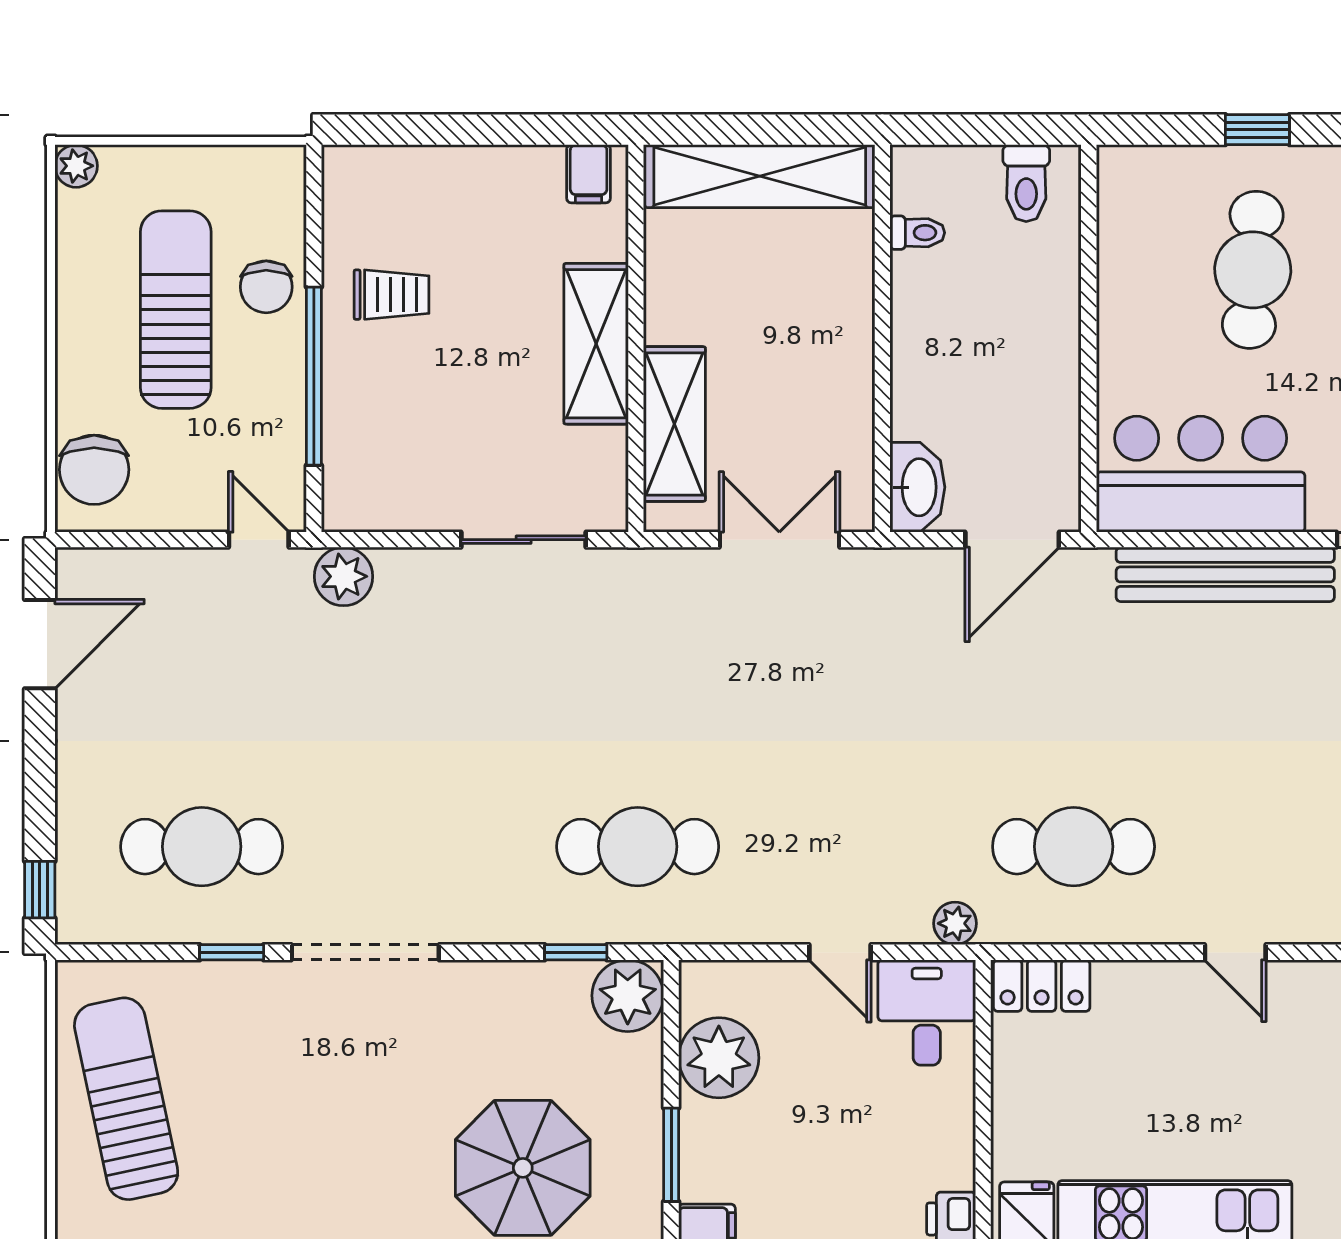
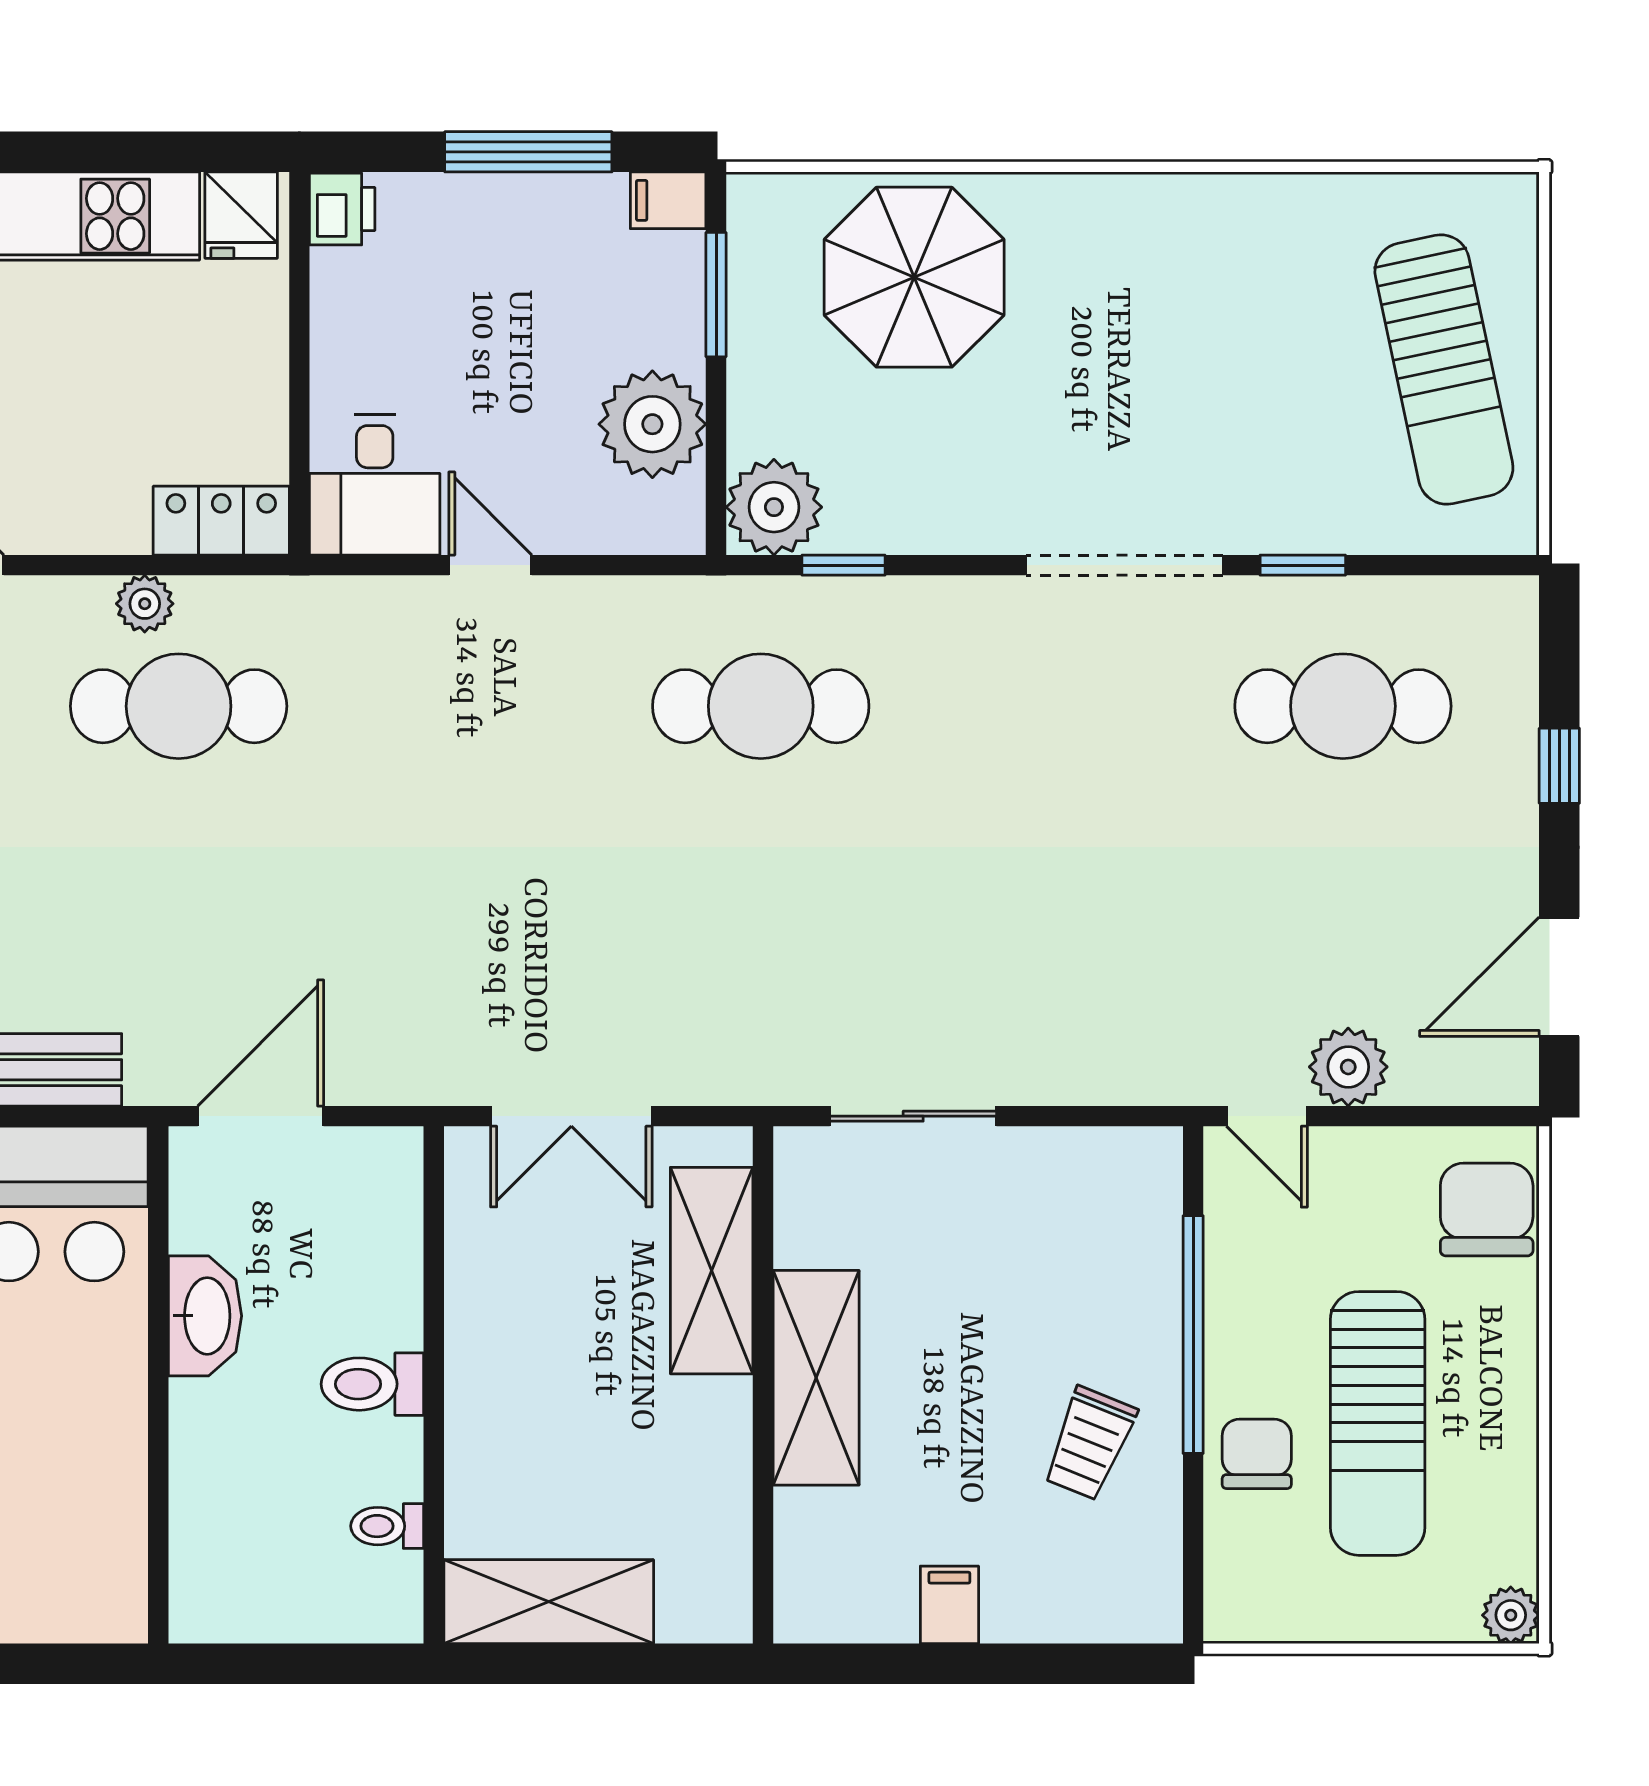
filing cabinet: (589, 174) -> (949, 1605), moved
shelving: (760, 176) -> (549, 1602), width x0.68
toilet: (1026, 183) -> (372, 1384), moved, turned -90
trolley: (392, 295) -> (1089, 1443), turned -68
washbasin: (917, 487) -> (205, 1316), moved, turned 180
plant: (343, 576) -> (1348, 1067), moved
window: (40, 890) -> (1559, 766), moved
plant: (955, 923) -> (145, 604), moved

